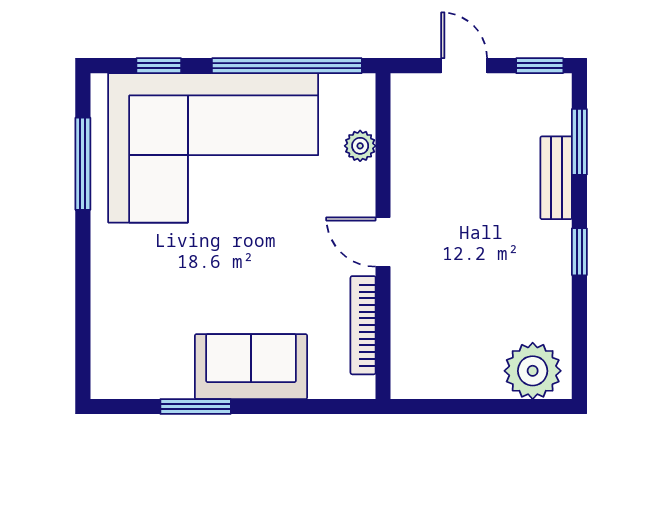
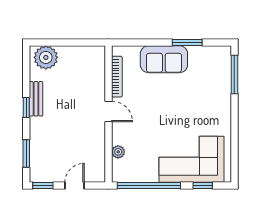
door: (464, 66) -> (75, 185), swing flipped
corner sofa: (213, 148) -> (192, 159), width x0.73, depth x0.74
window: (83, 164) -> (234, 75), moved
bench: (556, 178) -> (36, 99), moved

